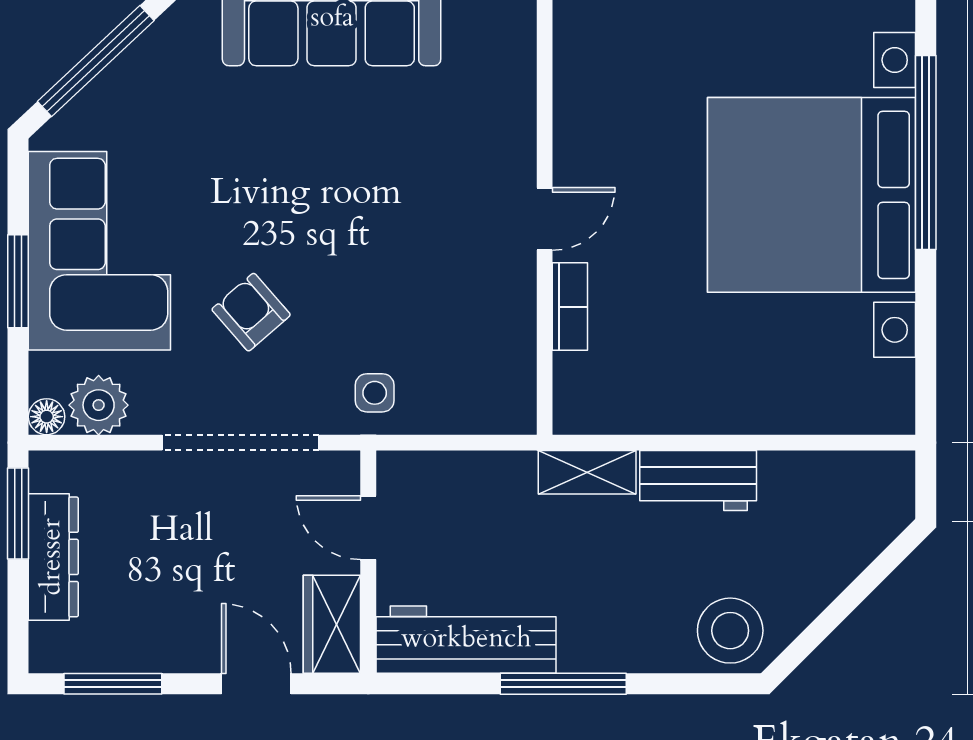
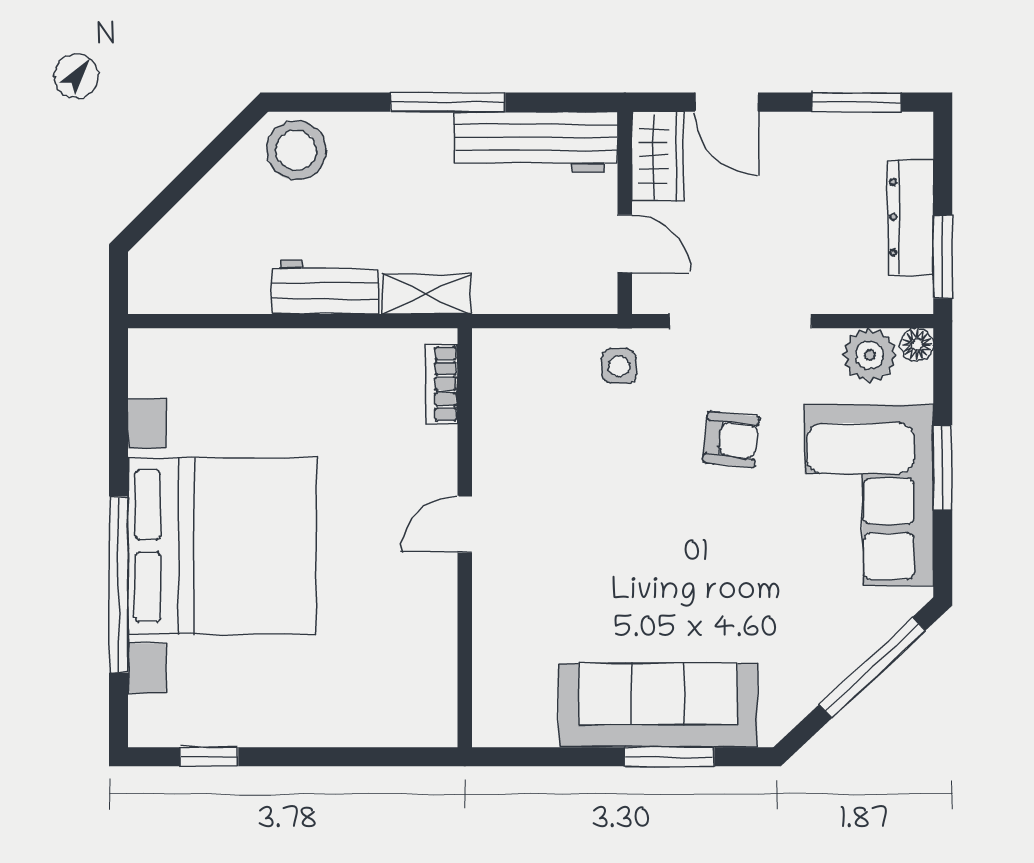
bookcase: (570, 307) -> (442, 384), moved
armchair: (251, 312) -> (731, 439), turned -43

